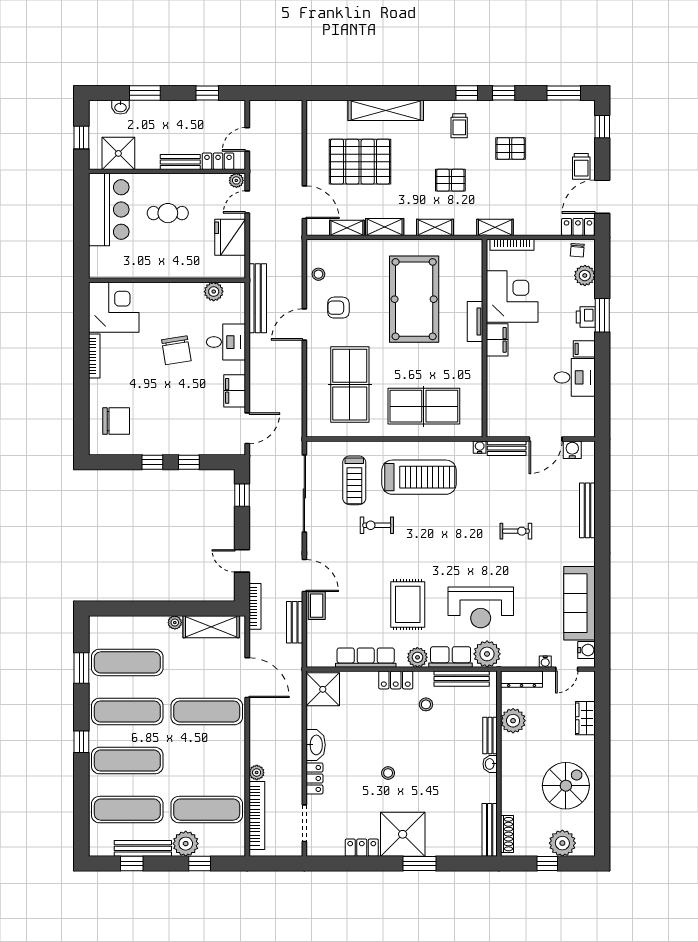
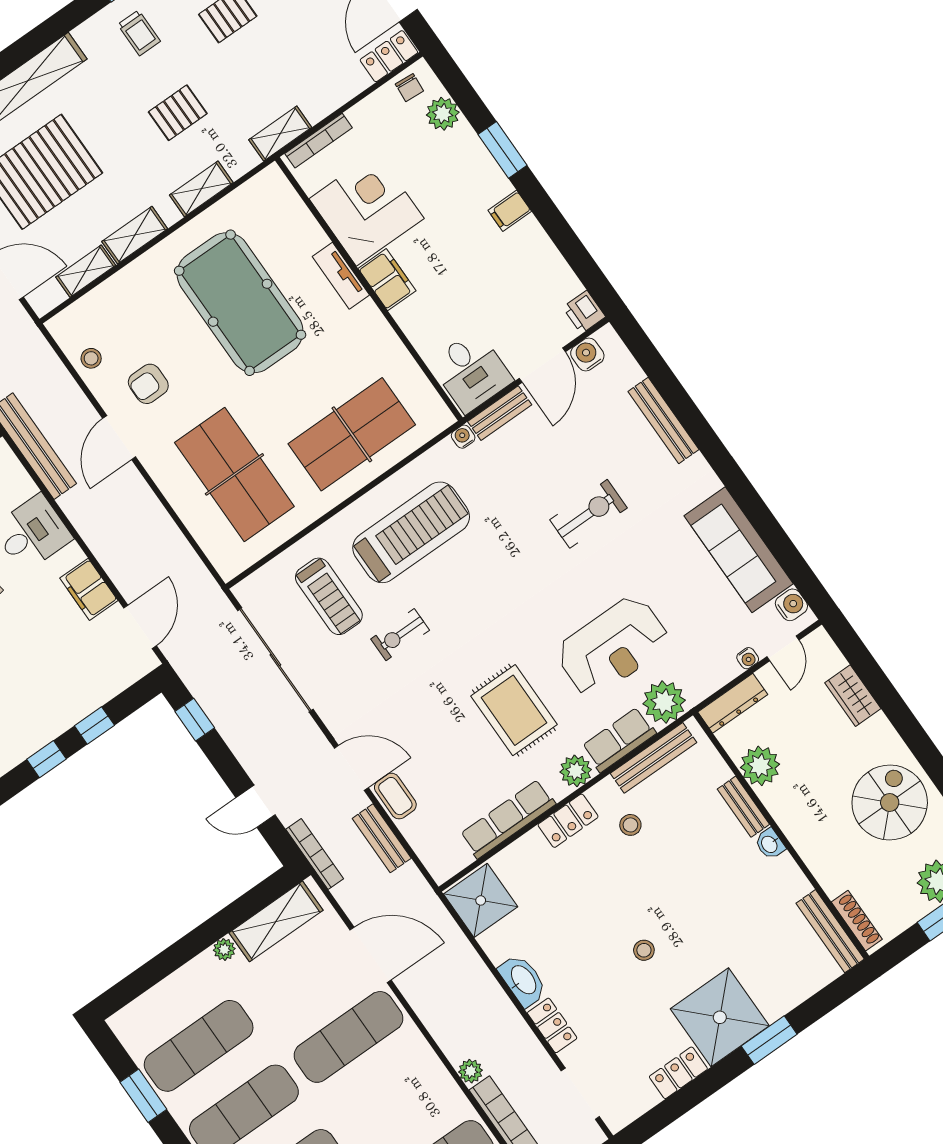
printer: (586, 317) -> (584, 312), moved
desk: (575, 377) -> (471, 371), moved, turned 90
exercise bike: (516, 531) -> (588, 514), width x1.38, depth x1.39

